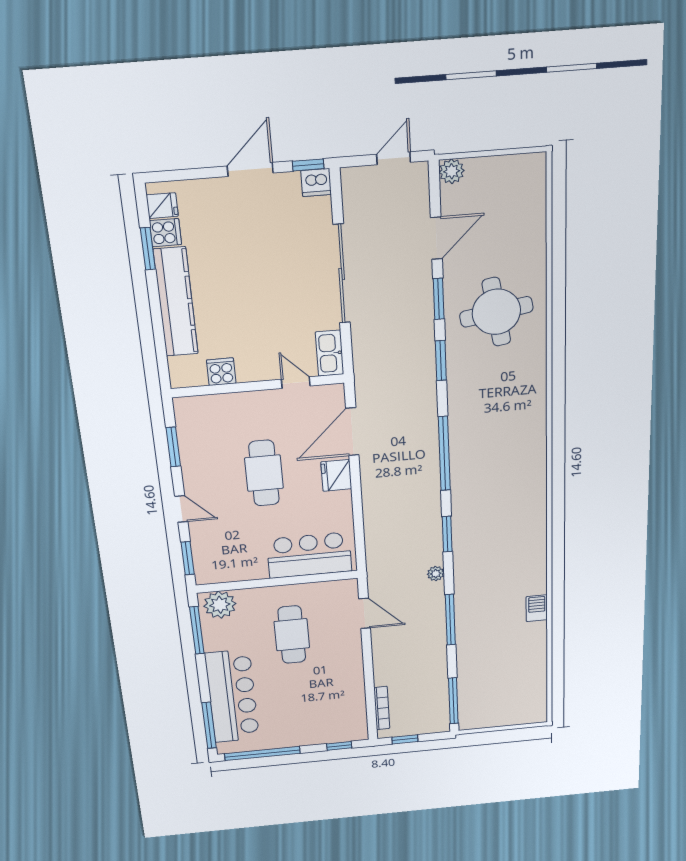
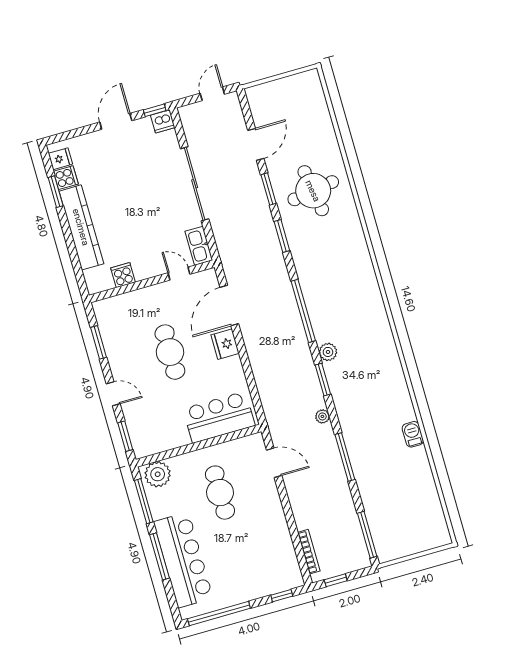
plant: (452, 171) -> (328, 352), moved
window: (209, 725) -> (159, 556), moved

